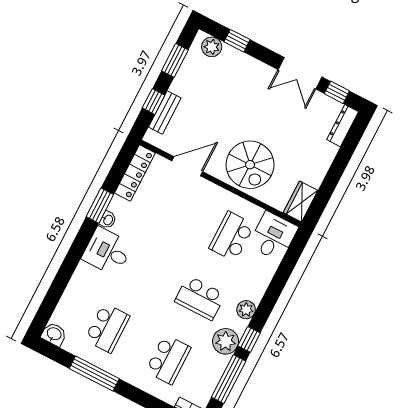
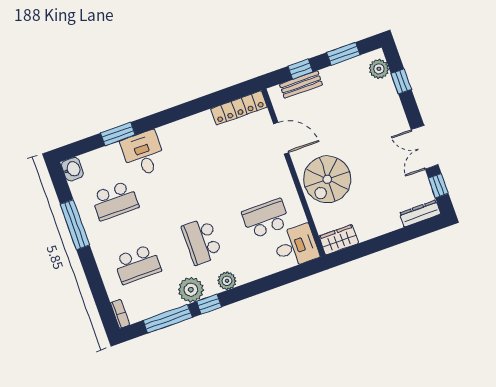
window: (100, 206) -> (118, 134), moved
washbasin: (108, 220) -> (188, 123), removed
desk: (107, 251) -> (143, 154), moved

